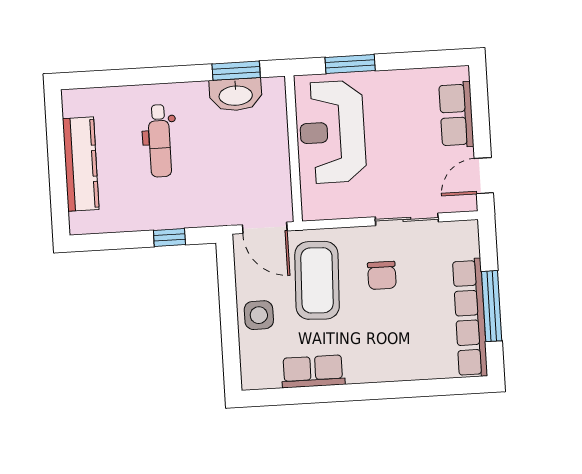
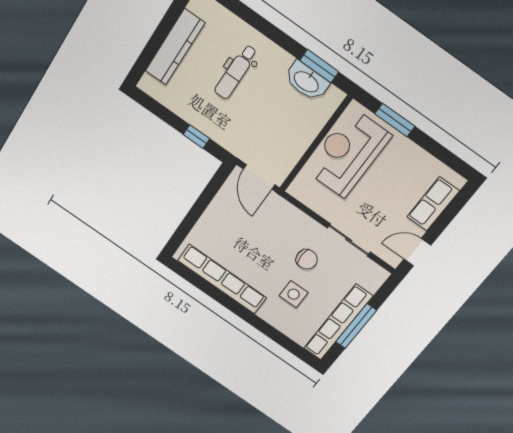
chair: (382, 275) -> (307, 259), turned -90
coffee table: (317, 280) -> (266, 232), removed
side table: (259, 315) -> (294, 294), moved
row of seats: (313, 371) -> (222, 279), width x2.02

